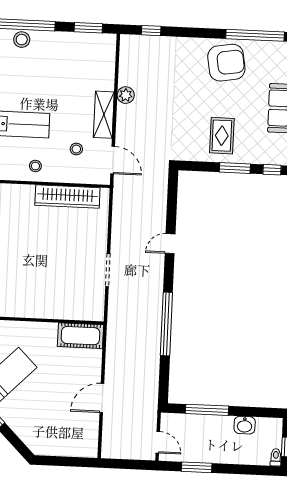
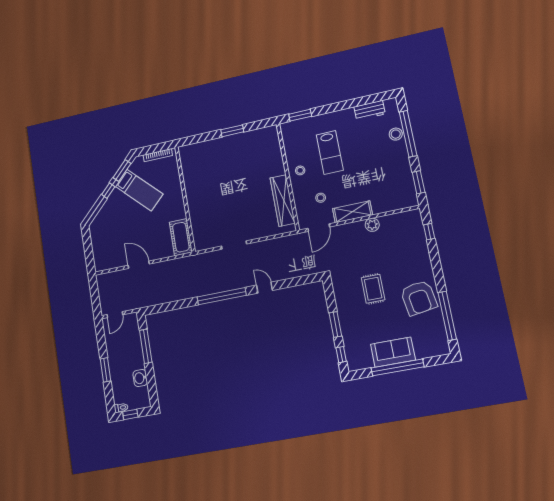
rug: (222, 136) -> (373, 289), moved, turned 90
window: (166, 324) -> (222, 296), moved
window: (197, 467) -> (105, 370), moved

